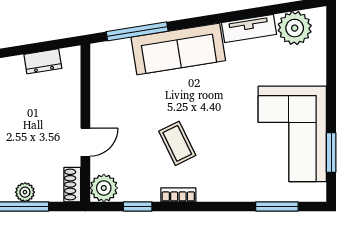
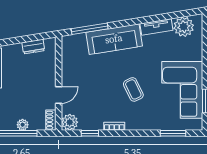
coffee table: (177, 143) -> (133, 89), moved

